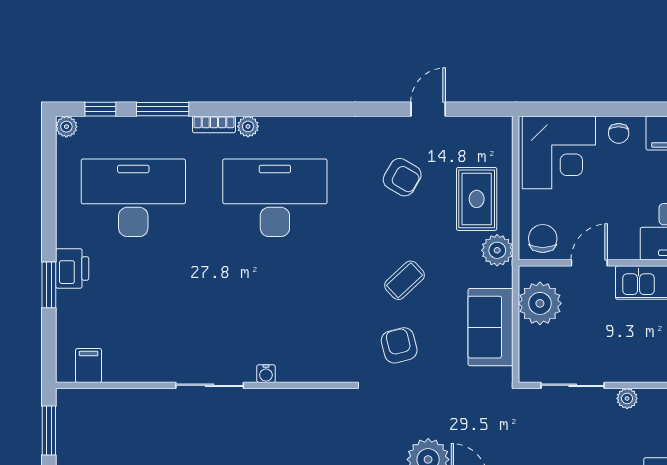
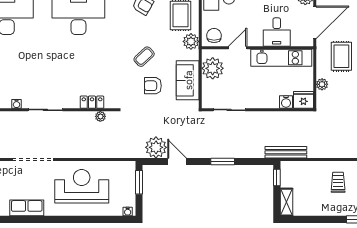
armchair: (399, 345) -> (153, 86), moved, turned -76
locker: (302, 370) -> (92, 102), added
water cooler: (266, 374) -> (17, 104), moved
plant: (627, 398) -> (100, 116), moved

